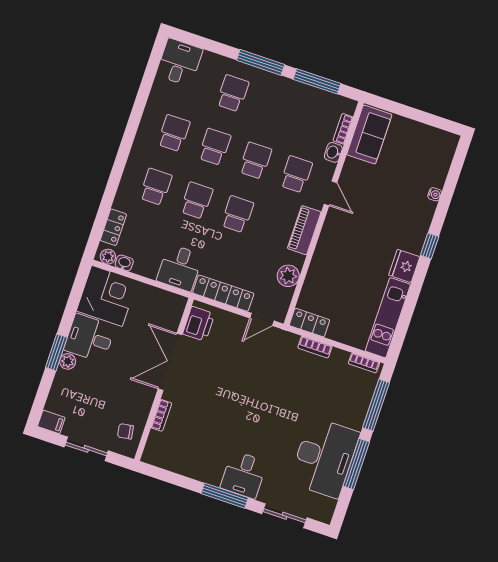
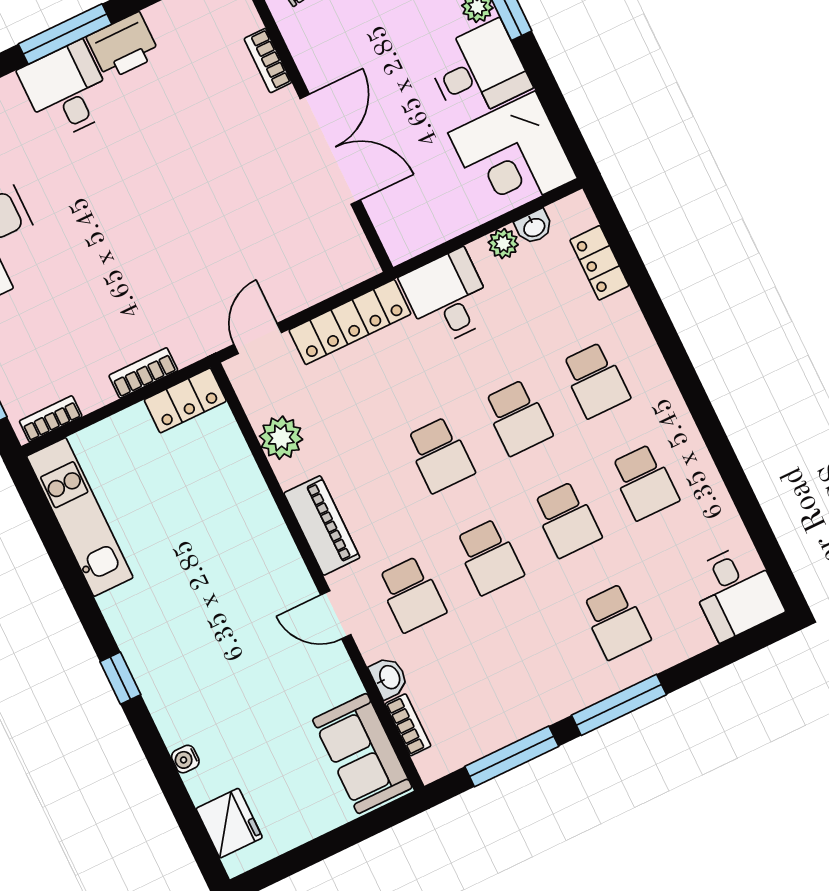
plant: (108, 257) -> (503, 244), moved
fridge: (404, 266) -> (229, 823), moved
printer: (199, 324) -> (123, 46), moved, turned -90

